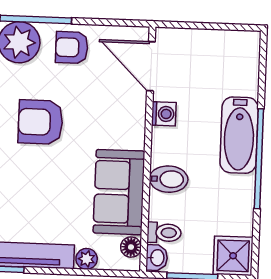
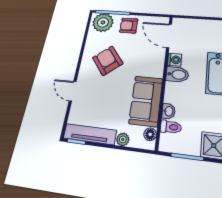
armchair: (40, 122) -> (108, 61), turned 51
bidet: (169, 179) -> (177, 75), moved
washbasin: (157, 258) -> (169, 111), moved

